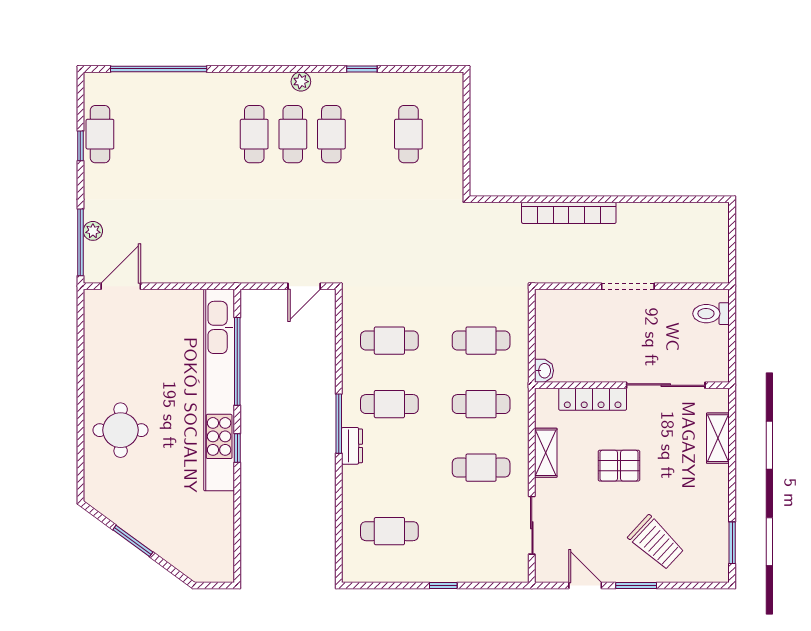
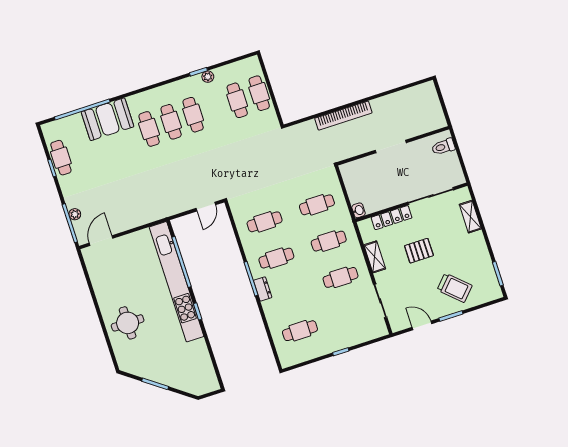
plant: (301, 82) -> (208, 77), moved
booth: (194, 97) -> (108, 119), added
cafe table: (447, 134) -> (259, 93), added

